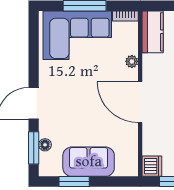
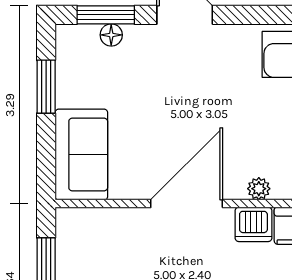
sofa: (89, 162) -> (81, 155), moved
dishwasher: (152, 166) -> (253, 224), moved

